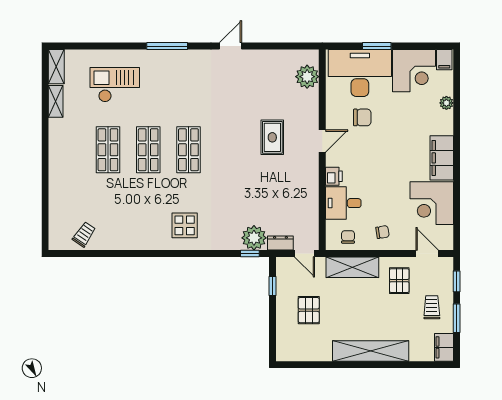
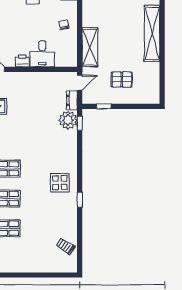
display table: (185, 225) -> (60, 183), moved
chair: (348, 237) -> (67, 50), removed
window: (147, 253) -> (80, 200), added
pallet: (399, 281) -> (100, 12), removed

